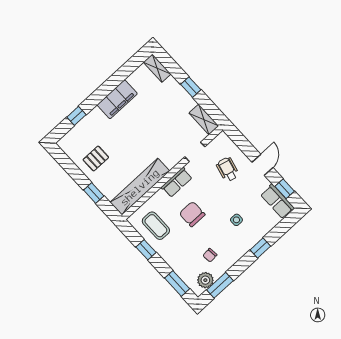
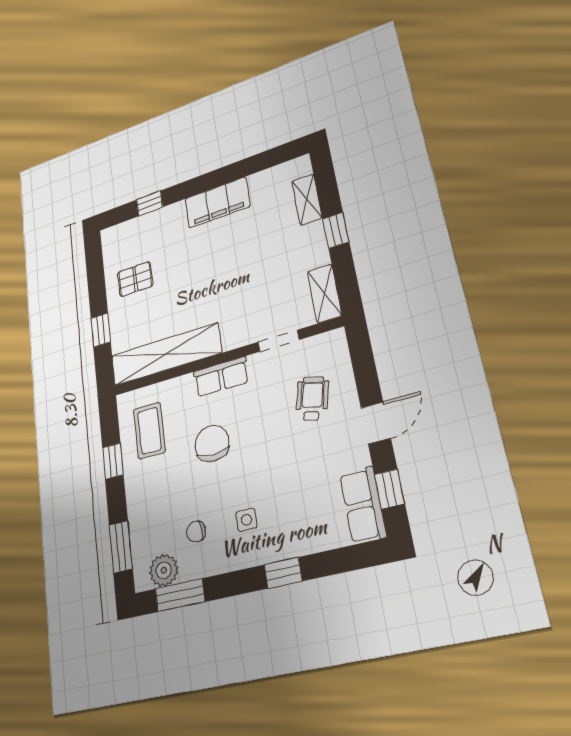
shelving: (157, 68) -> (307, 199), moved
side table: (236, 220) -> (246, 520), moved

